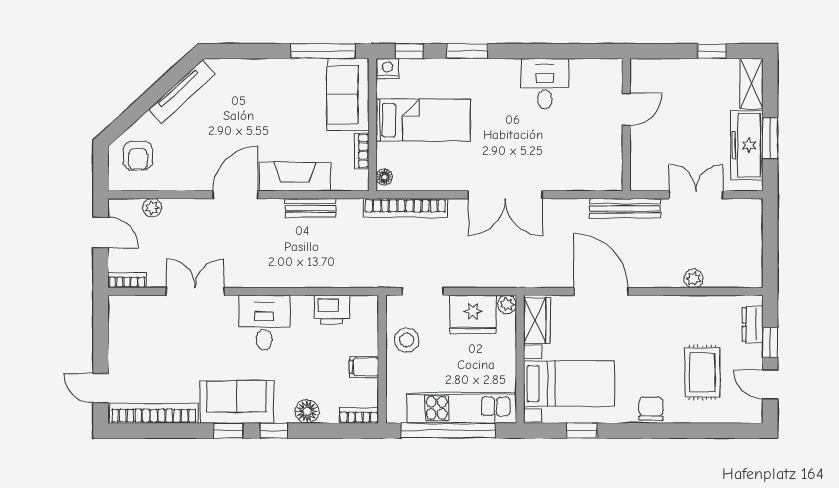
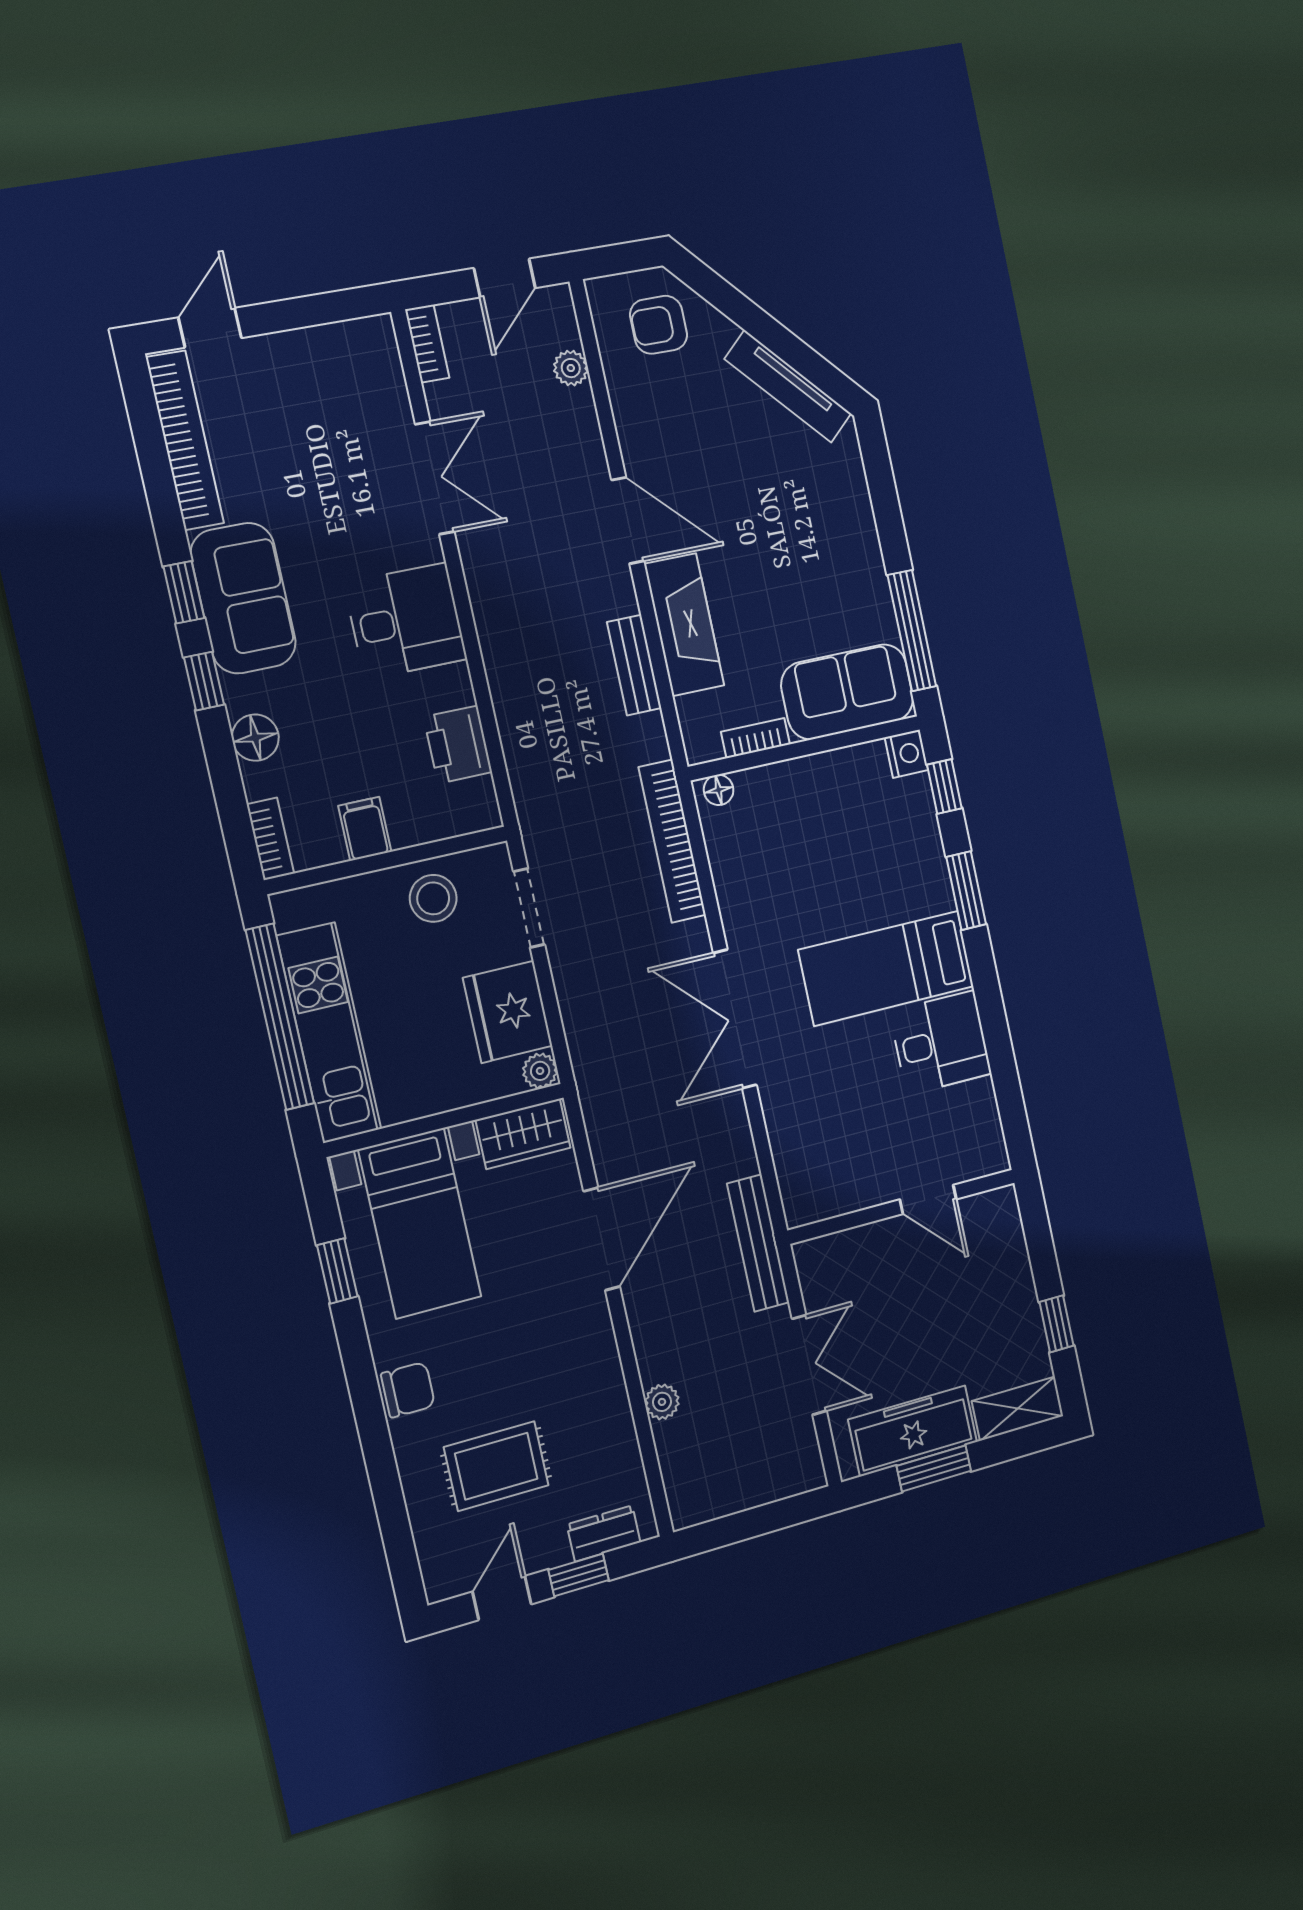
bed: (423, 120) -> (886, 968), moved, turned 90

